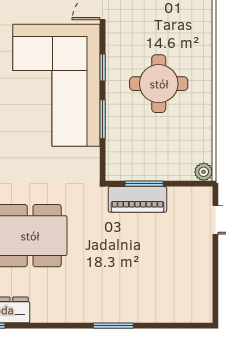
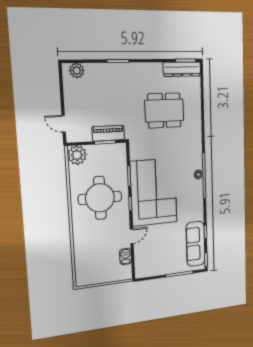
round table: (159, 84) -> (100, 198), width x1.36, depth x1.36
plant: (204, 172) -> (77, 155), width x1.88, depth x1.88
plant: (187, 310) -> (77, 71), added

